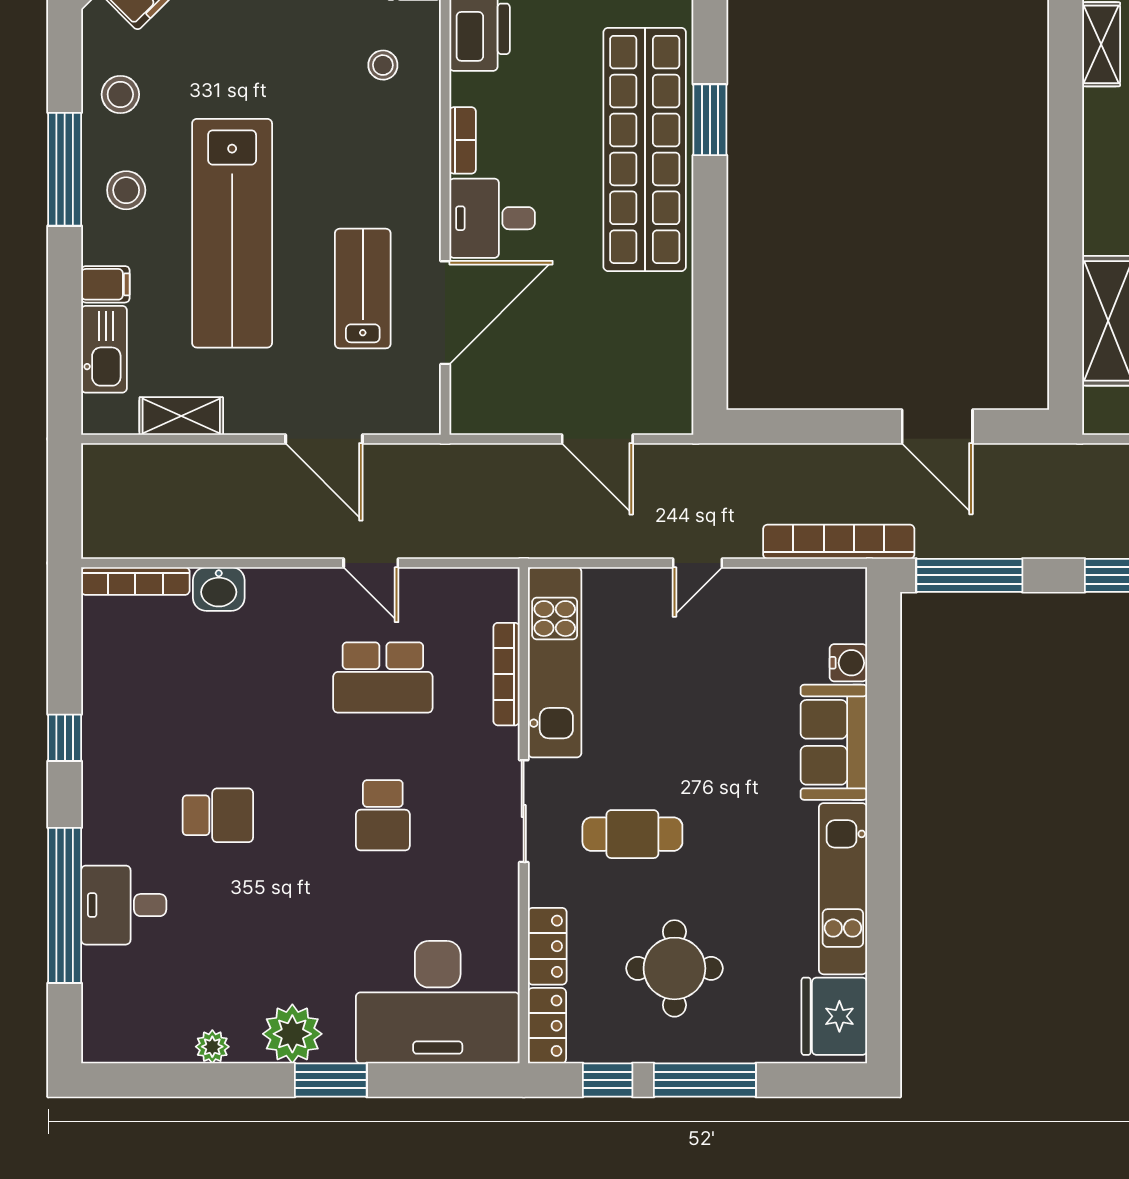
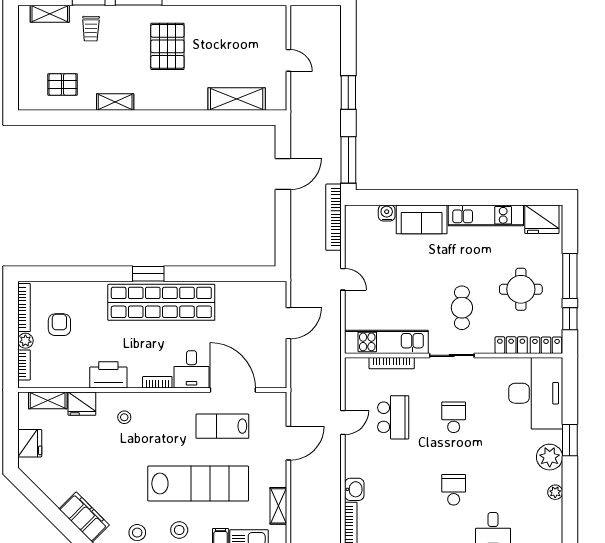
school desk: (383, 815) -> (454, 417), turned -90

